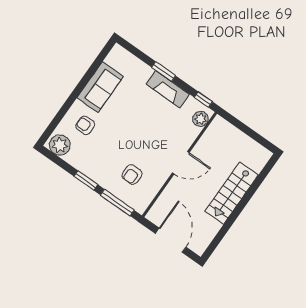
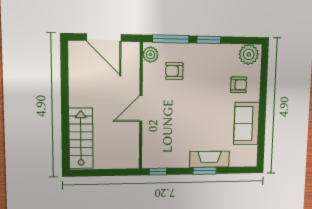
fireplace: (168, 89) -> (209, 159), moved
plant: (201, 119) -> (150, 55), moved
armchair: (132, 174) -> (174, 71), turned -90
stairs: (232, 193) -> (81, 138), moved

